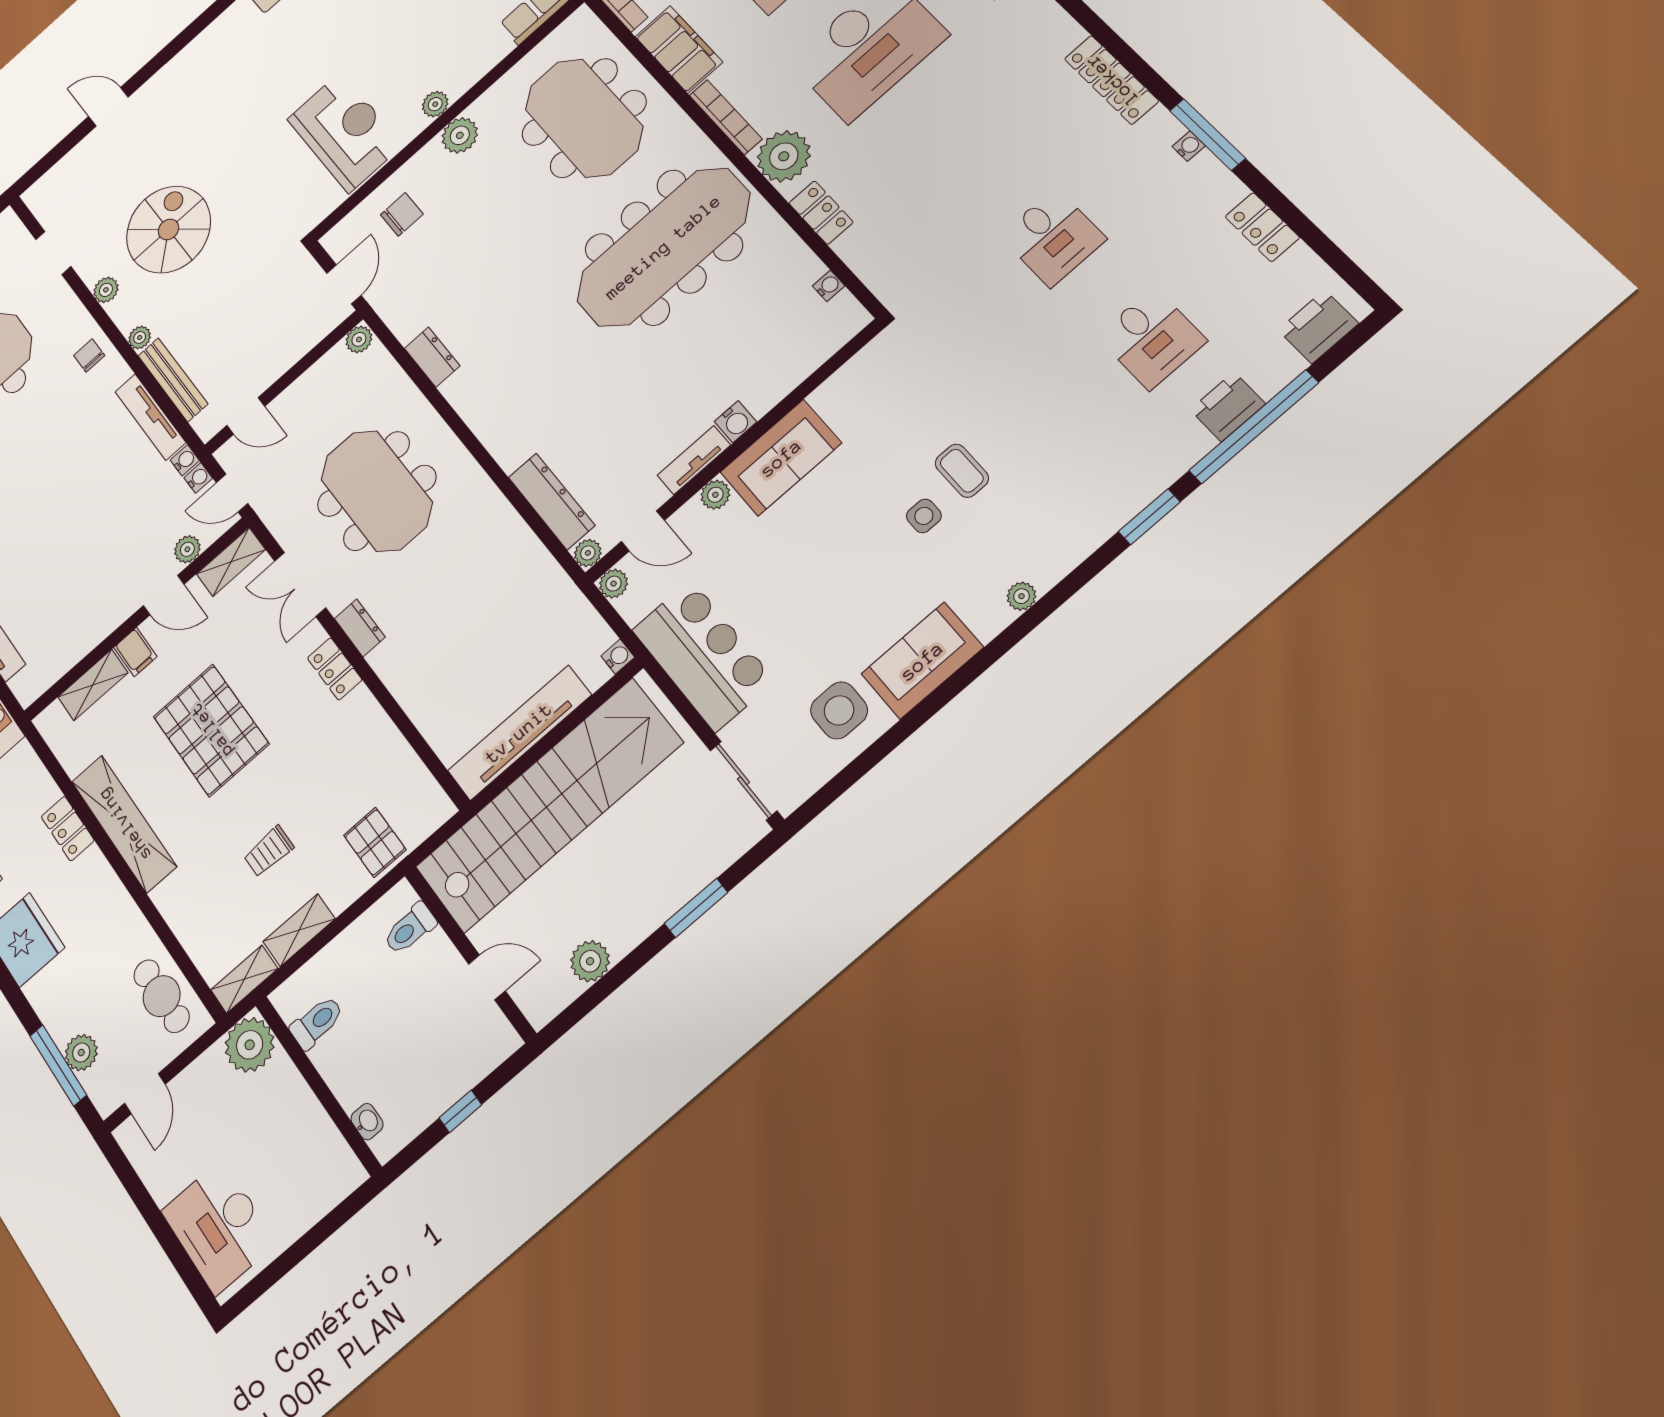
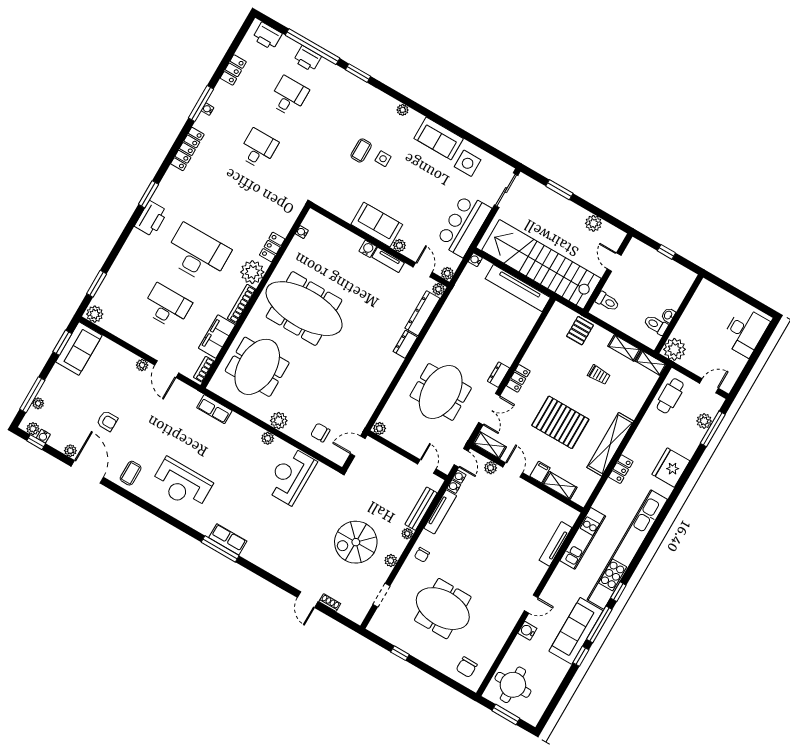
shoe rack: (84, 148) -> (330, 603), added
dresser: (432, 357) -> (405, 344), moved
pallet: (211, 730) -> (560, 422), turned 90
washbasin: (367, 1122) -> (668, 315), moved

